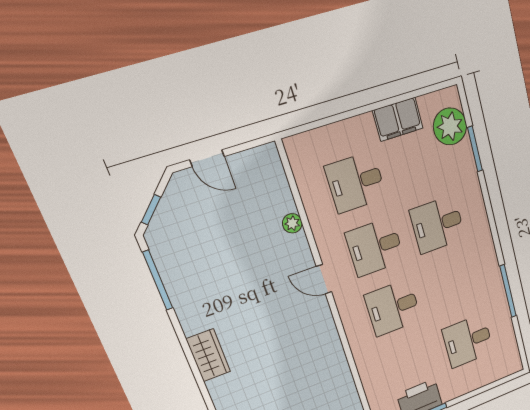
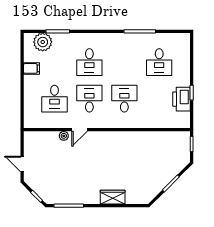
filing cabinet: (398, 119) -> (31, 68), width x0.50
door: (207, 158) -> (22, 164), swing flipped
desk: (375, 247) -> (89, 99), turned 180
door: (324, 279) -> (80, 130), moved
desk: (393, 308) -> (124, 99), turned 180

